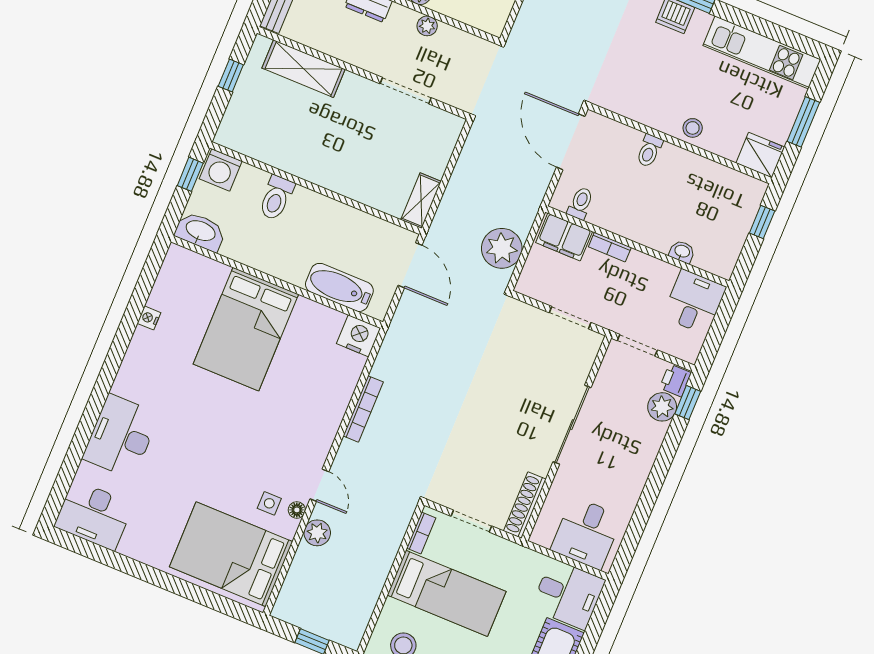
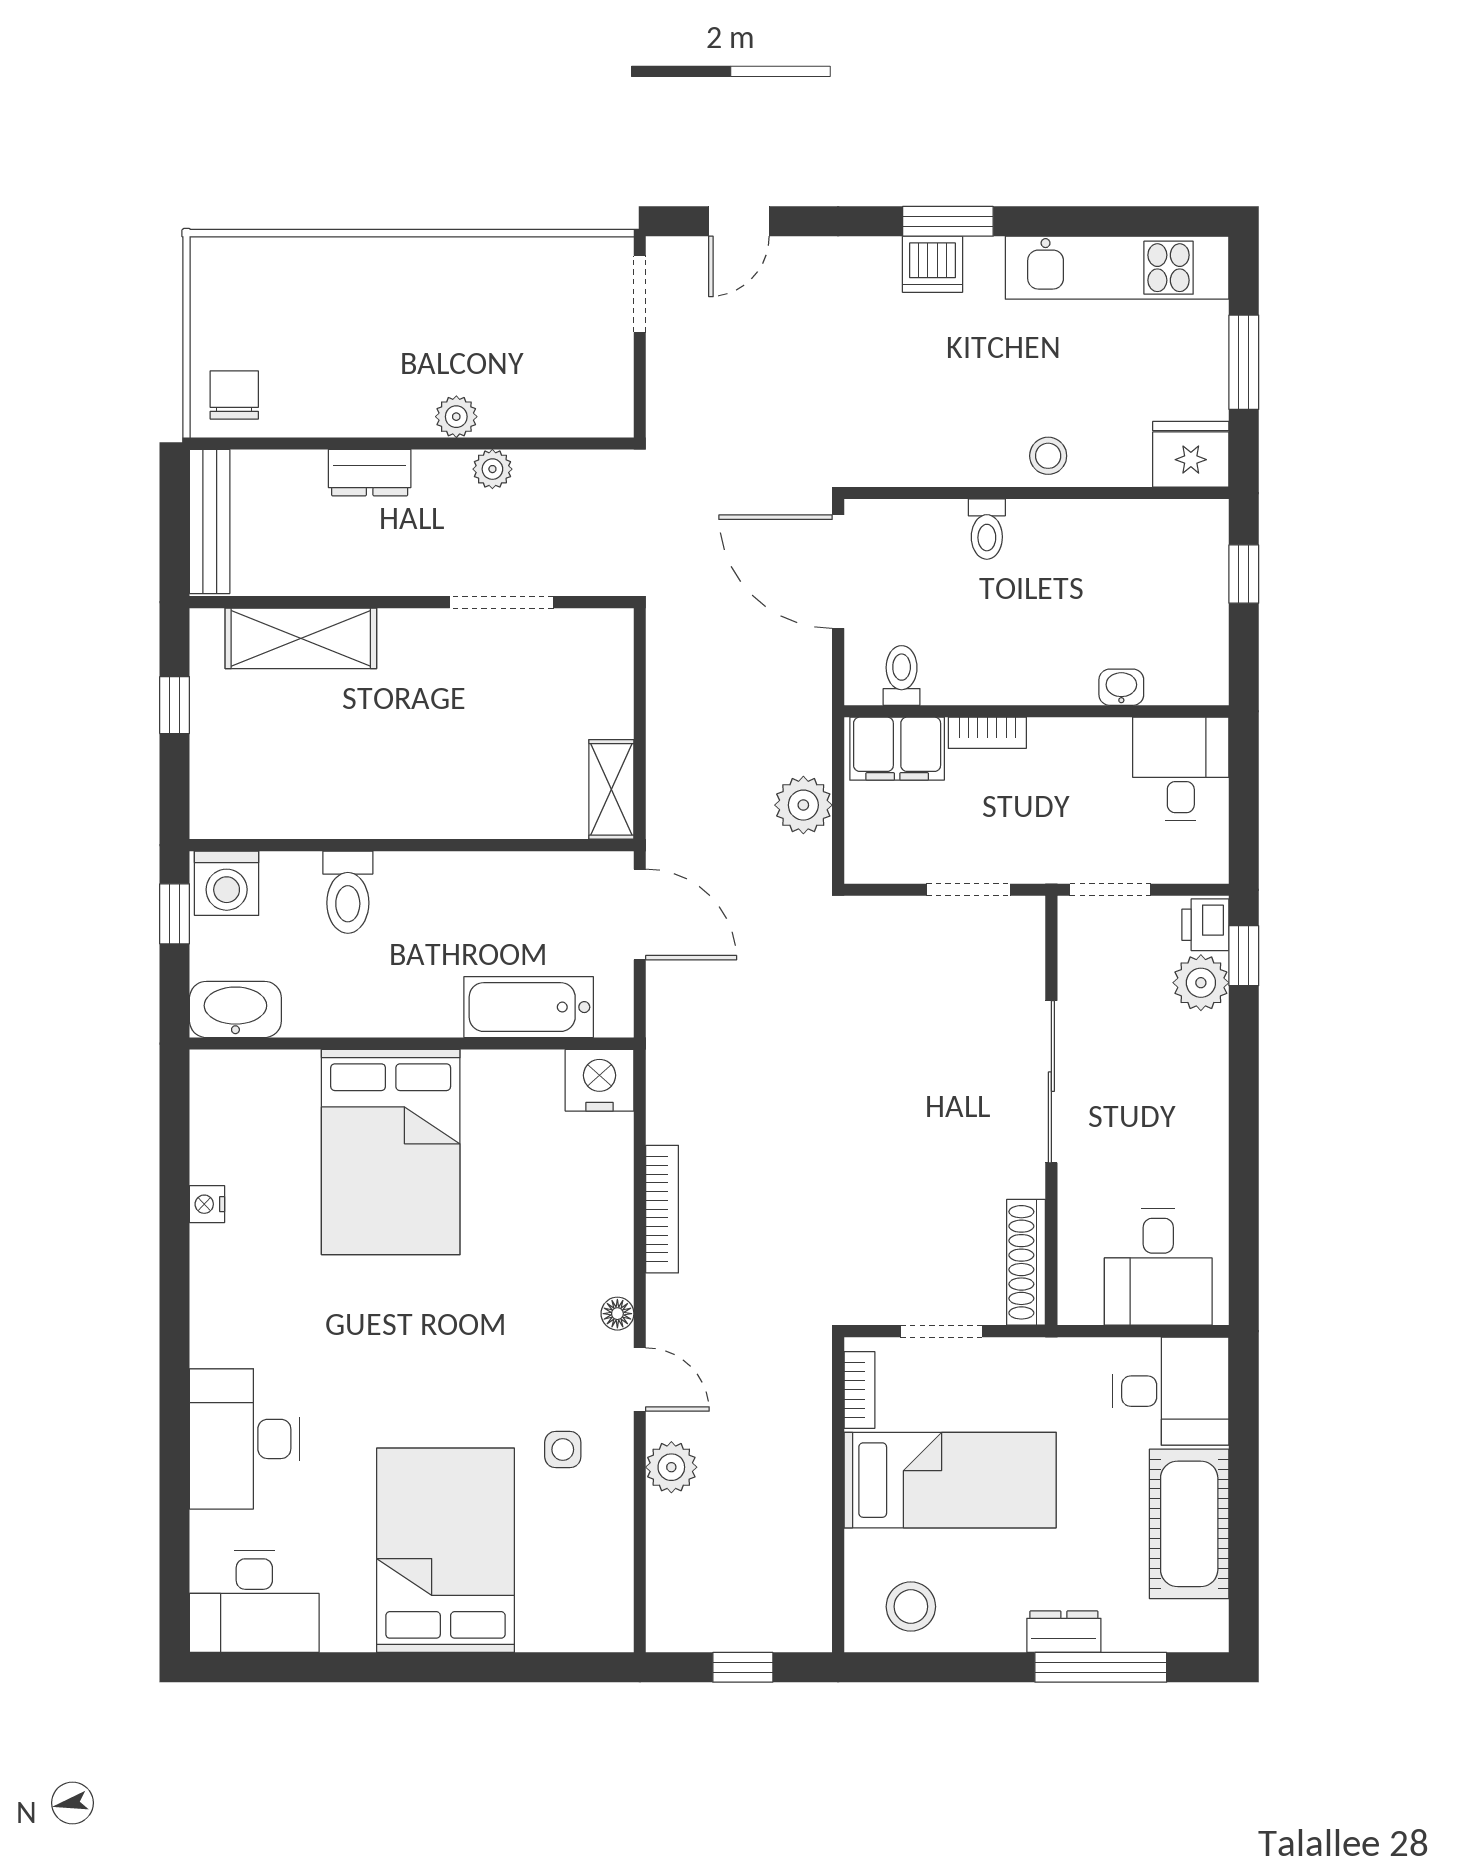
plant: (502, 248) -> (803, 805), width x0.73, depth x0.73
floor lamp: (297, 510) -> (617, 1314), moved
bed: (231, 554) -> (445, 1550), moved, turned 90

